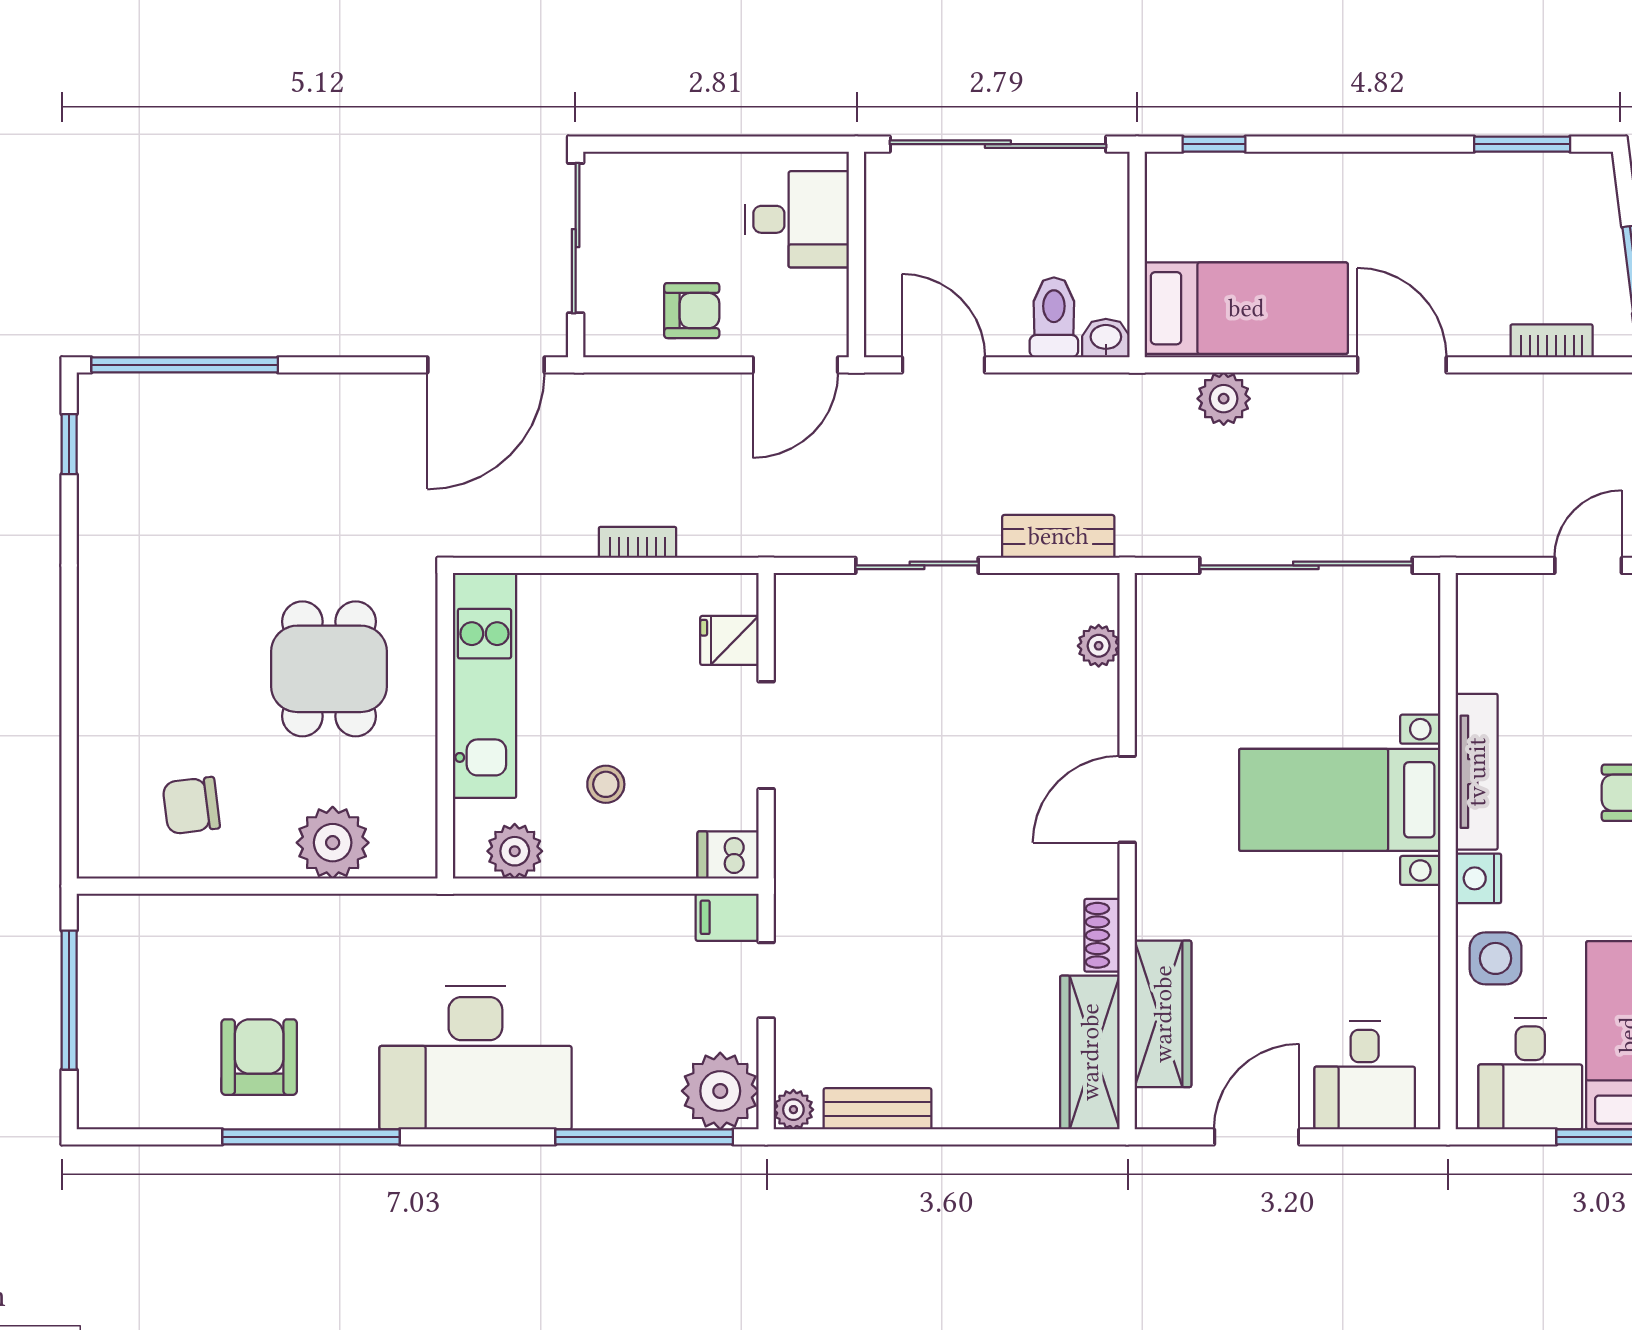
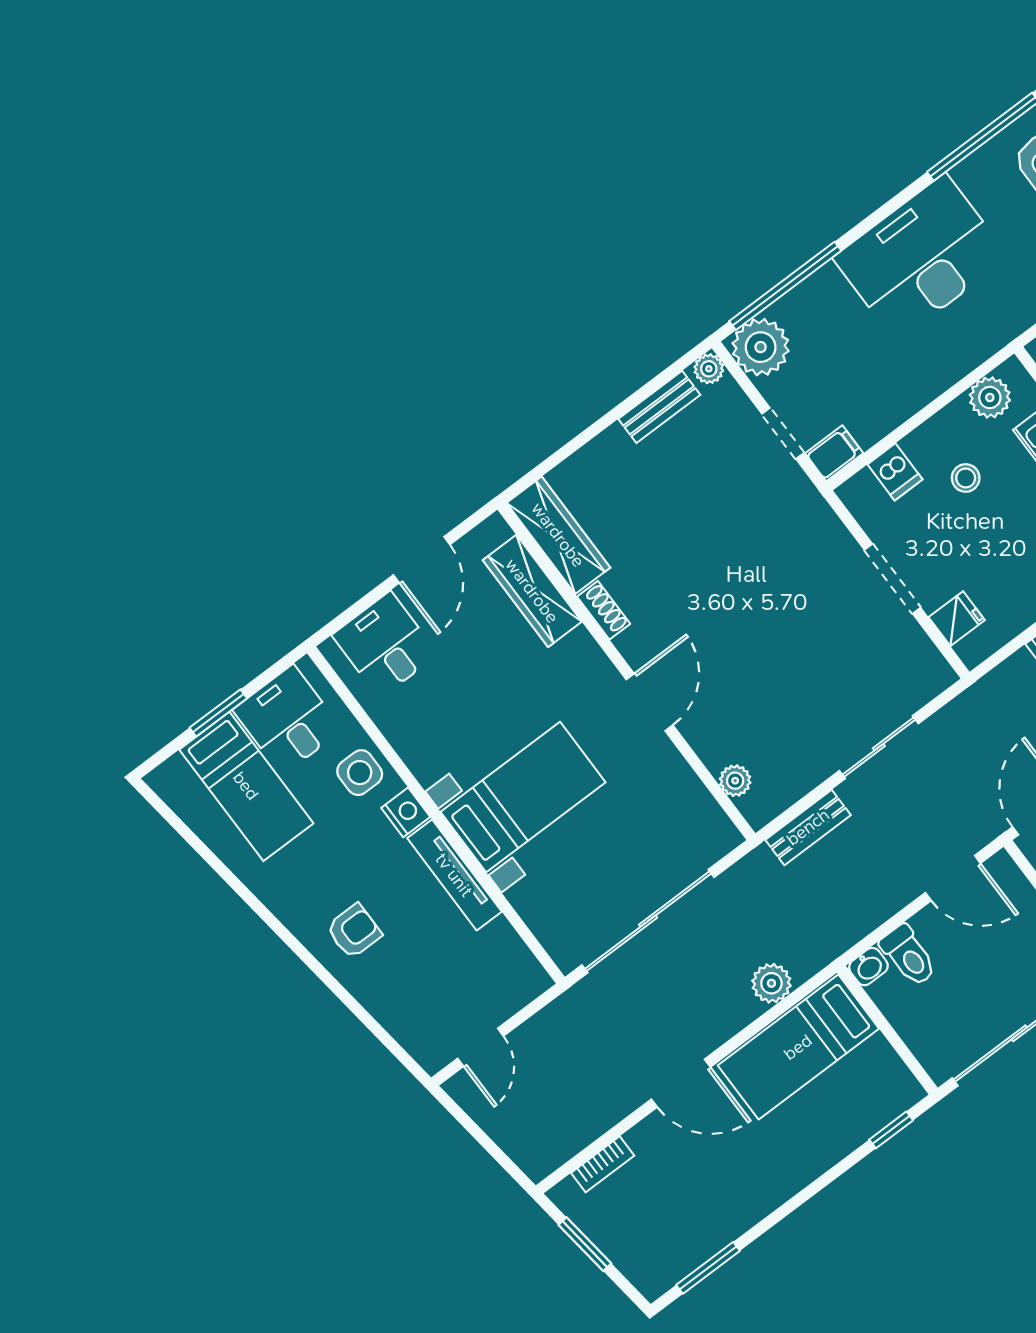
dishwasher: (728, 855) -> (895, 472), moved, turned 90

